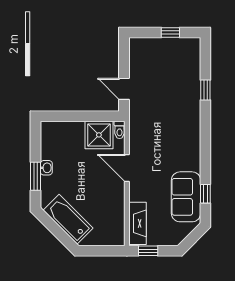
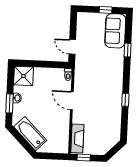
shower: (99, 135) -> (23, 76), moved
window: (205, 194) -> (125, 100), moved
sofa: (186, 197) -> (115, 31), moved

